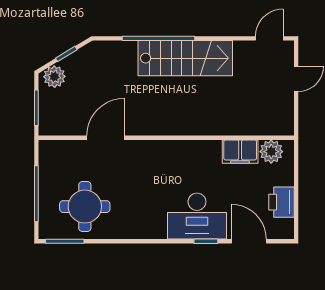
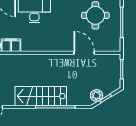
plant: (54, 77) -> (97, 95), moved
door: (106, 138) -> (84, 53), swing flipped

